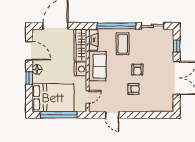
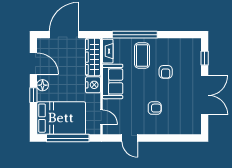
sliding door: (152, 26) -> (177, 35), removed
armchair: (137, 70) -> (166, 72), moved
door: (88, 97) -> (101, 117), hinge flipped

